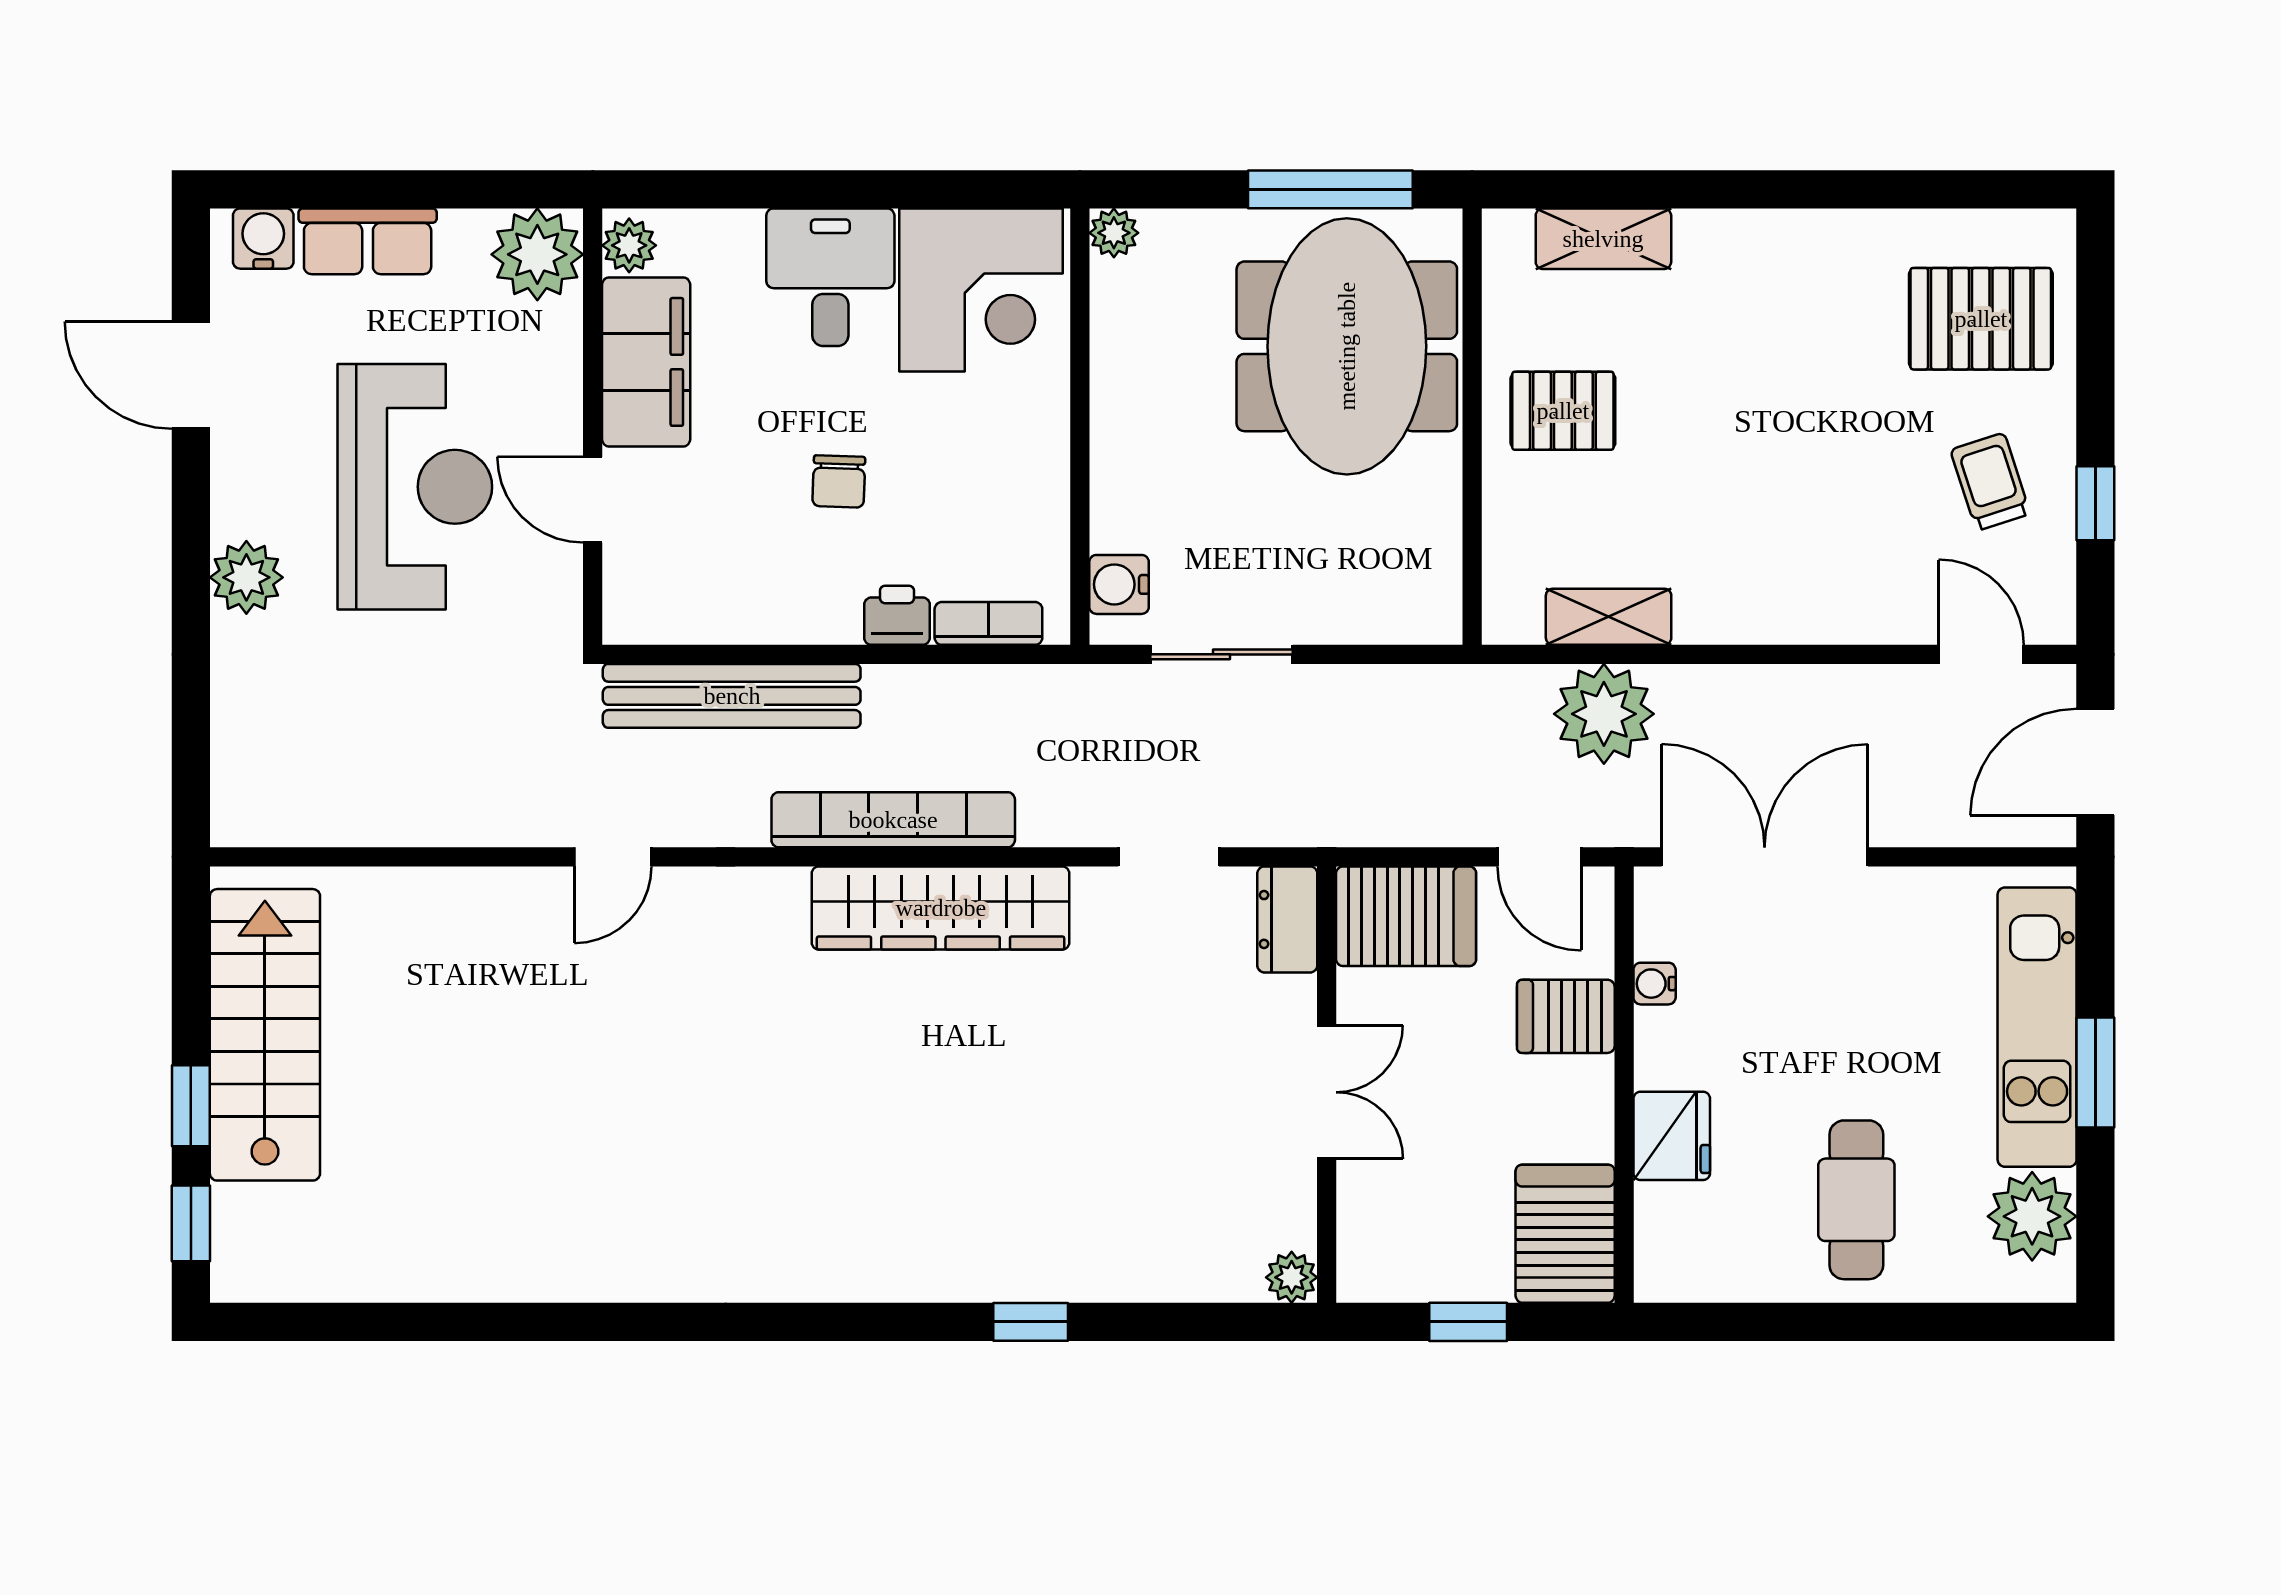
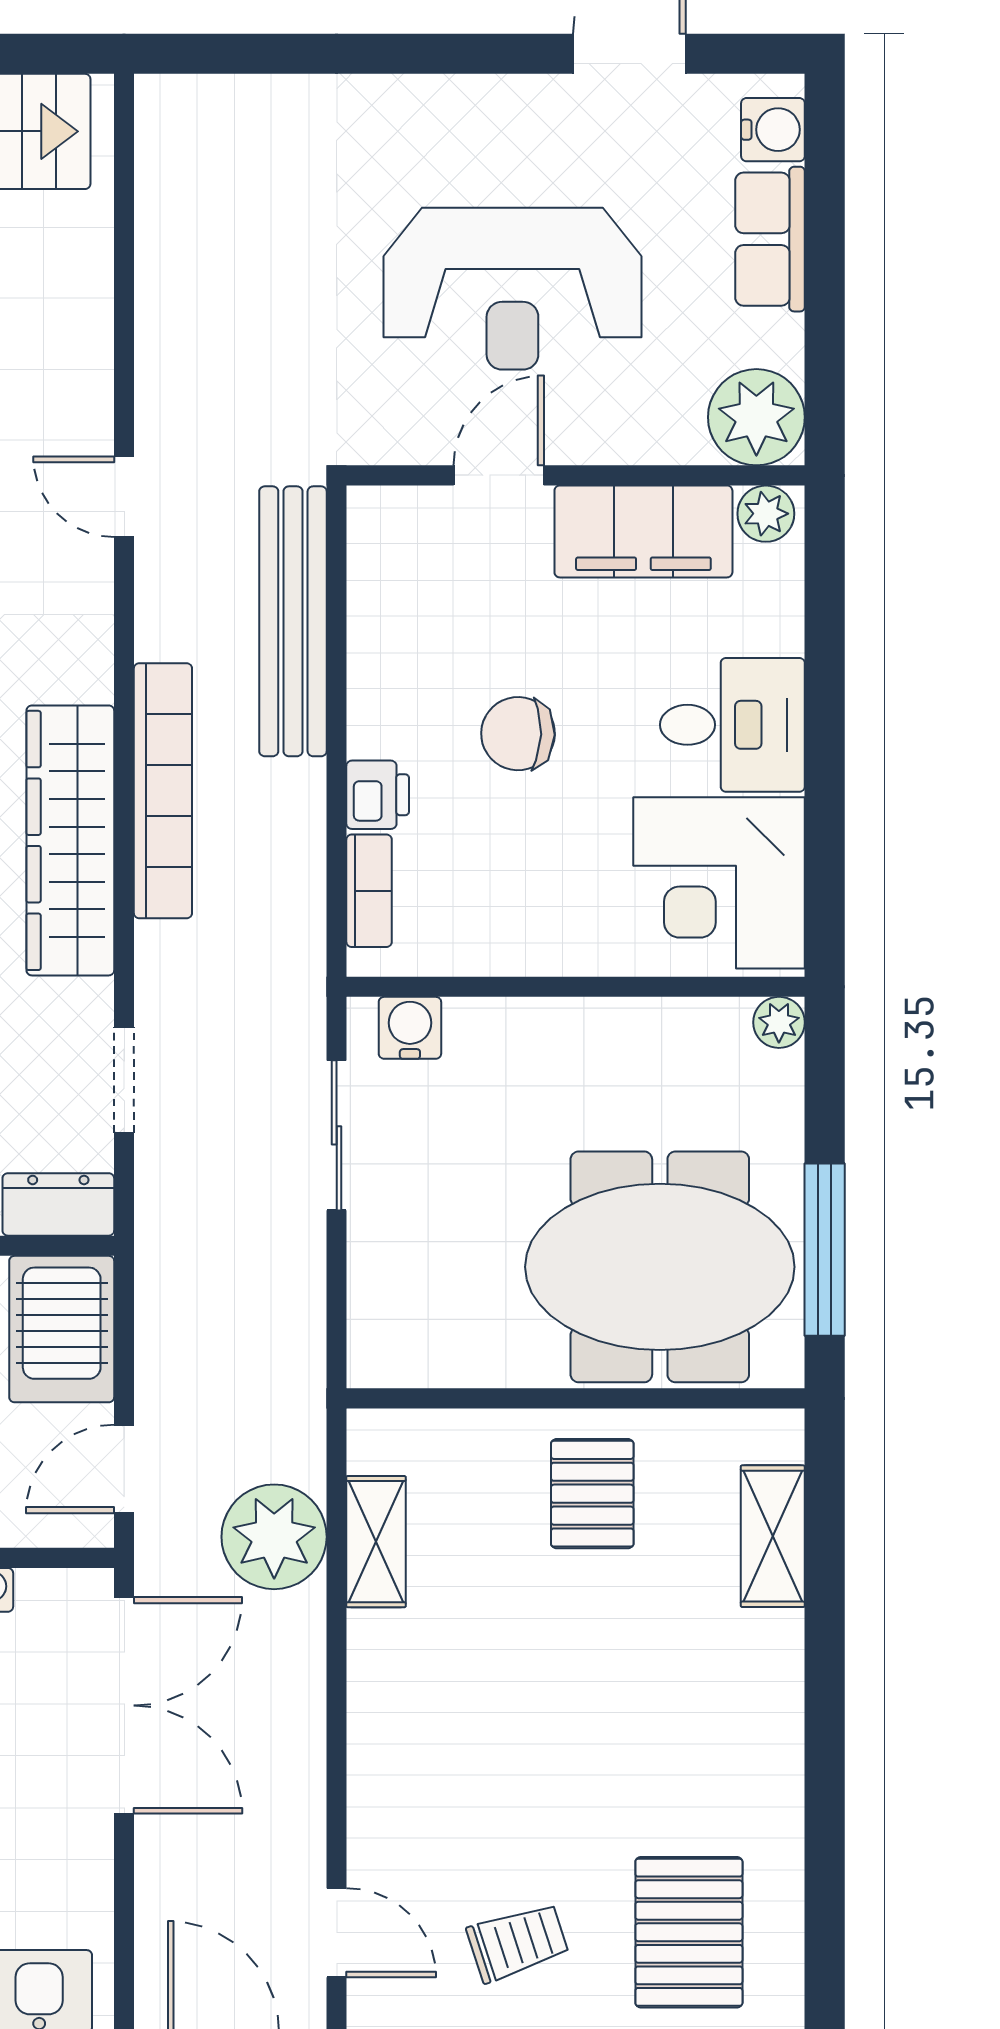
chair: (839, 481) -> (518, 734), width x1.37, depth x1.37
plant: (246, 577) -> (417, 112), removed
door: (1981, 654) -> (337, 1933), hinge flipped

